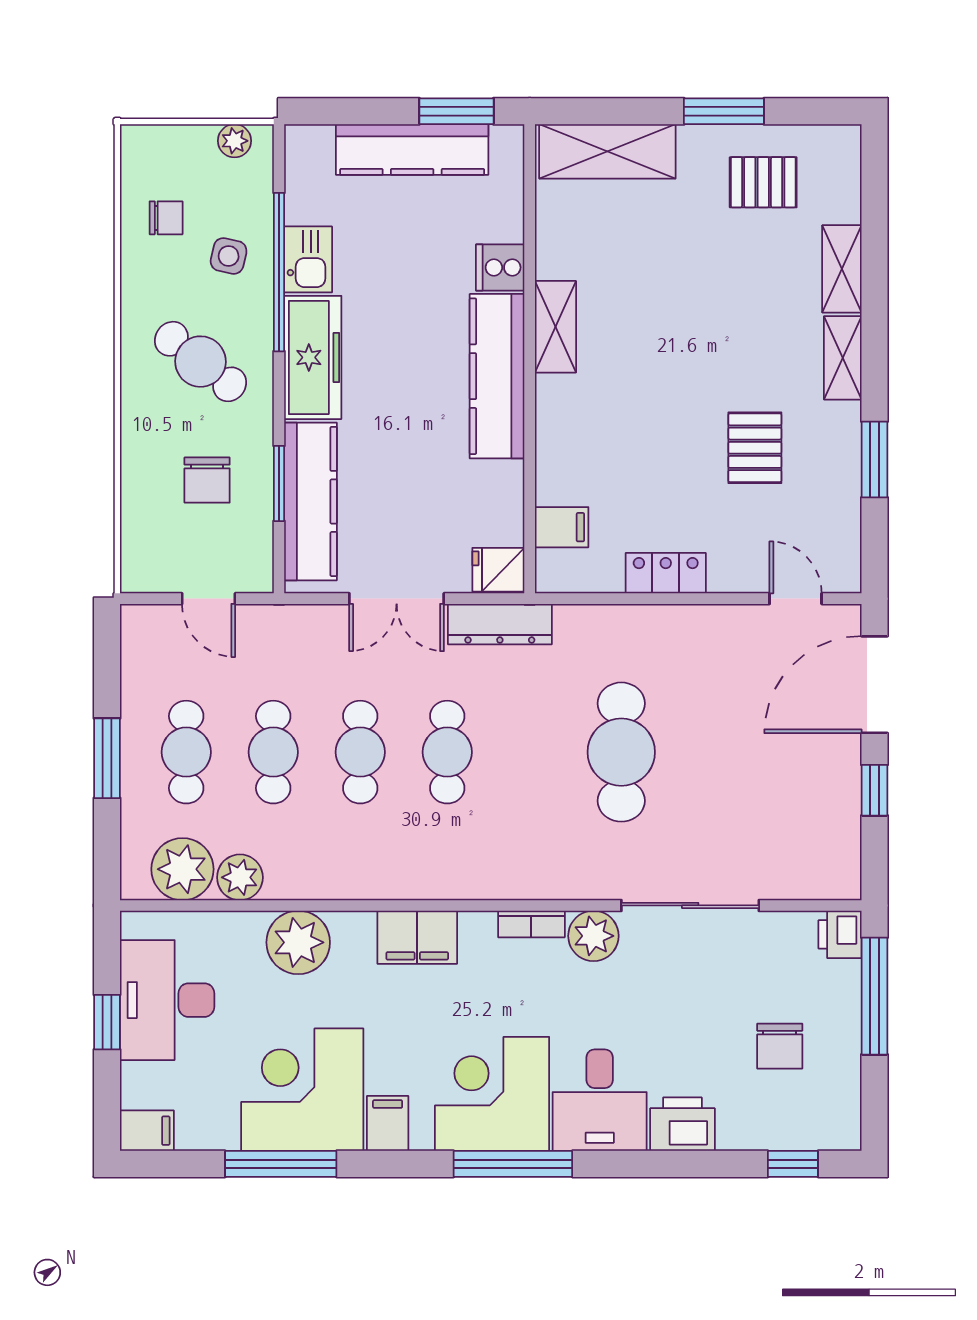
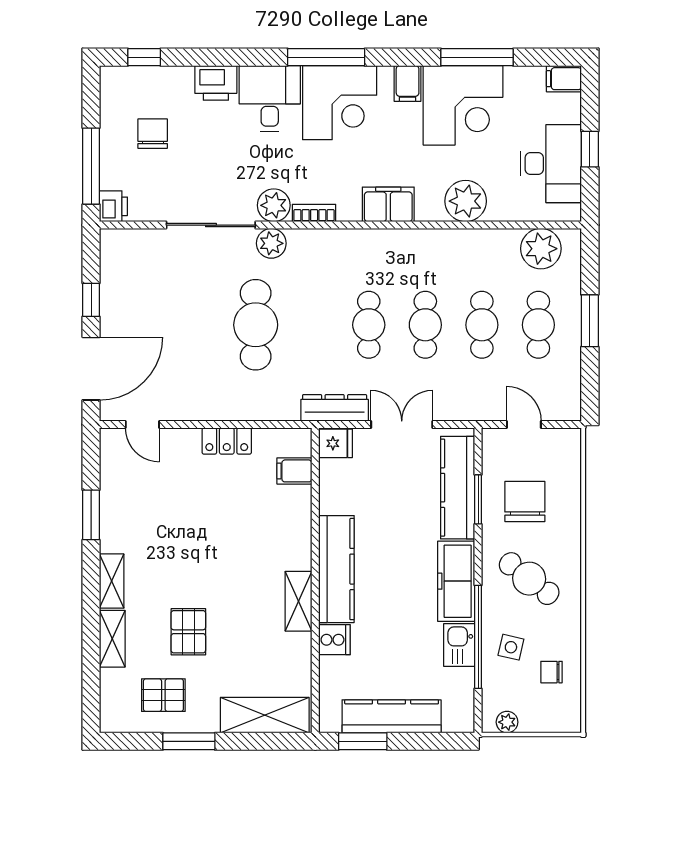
pallet: (755, 448) -> (188, 632), moved
chair: (207, 480) -> (525, 502), width x1.37, depth x1.37
plant: (240, 877) -> (271, 243), moved

